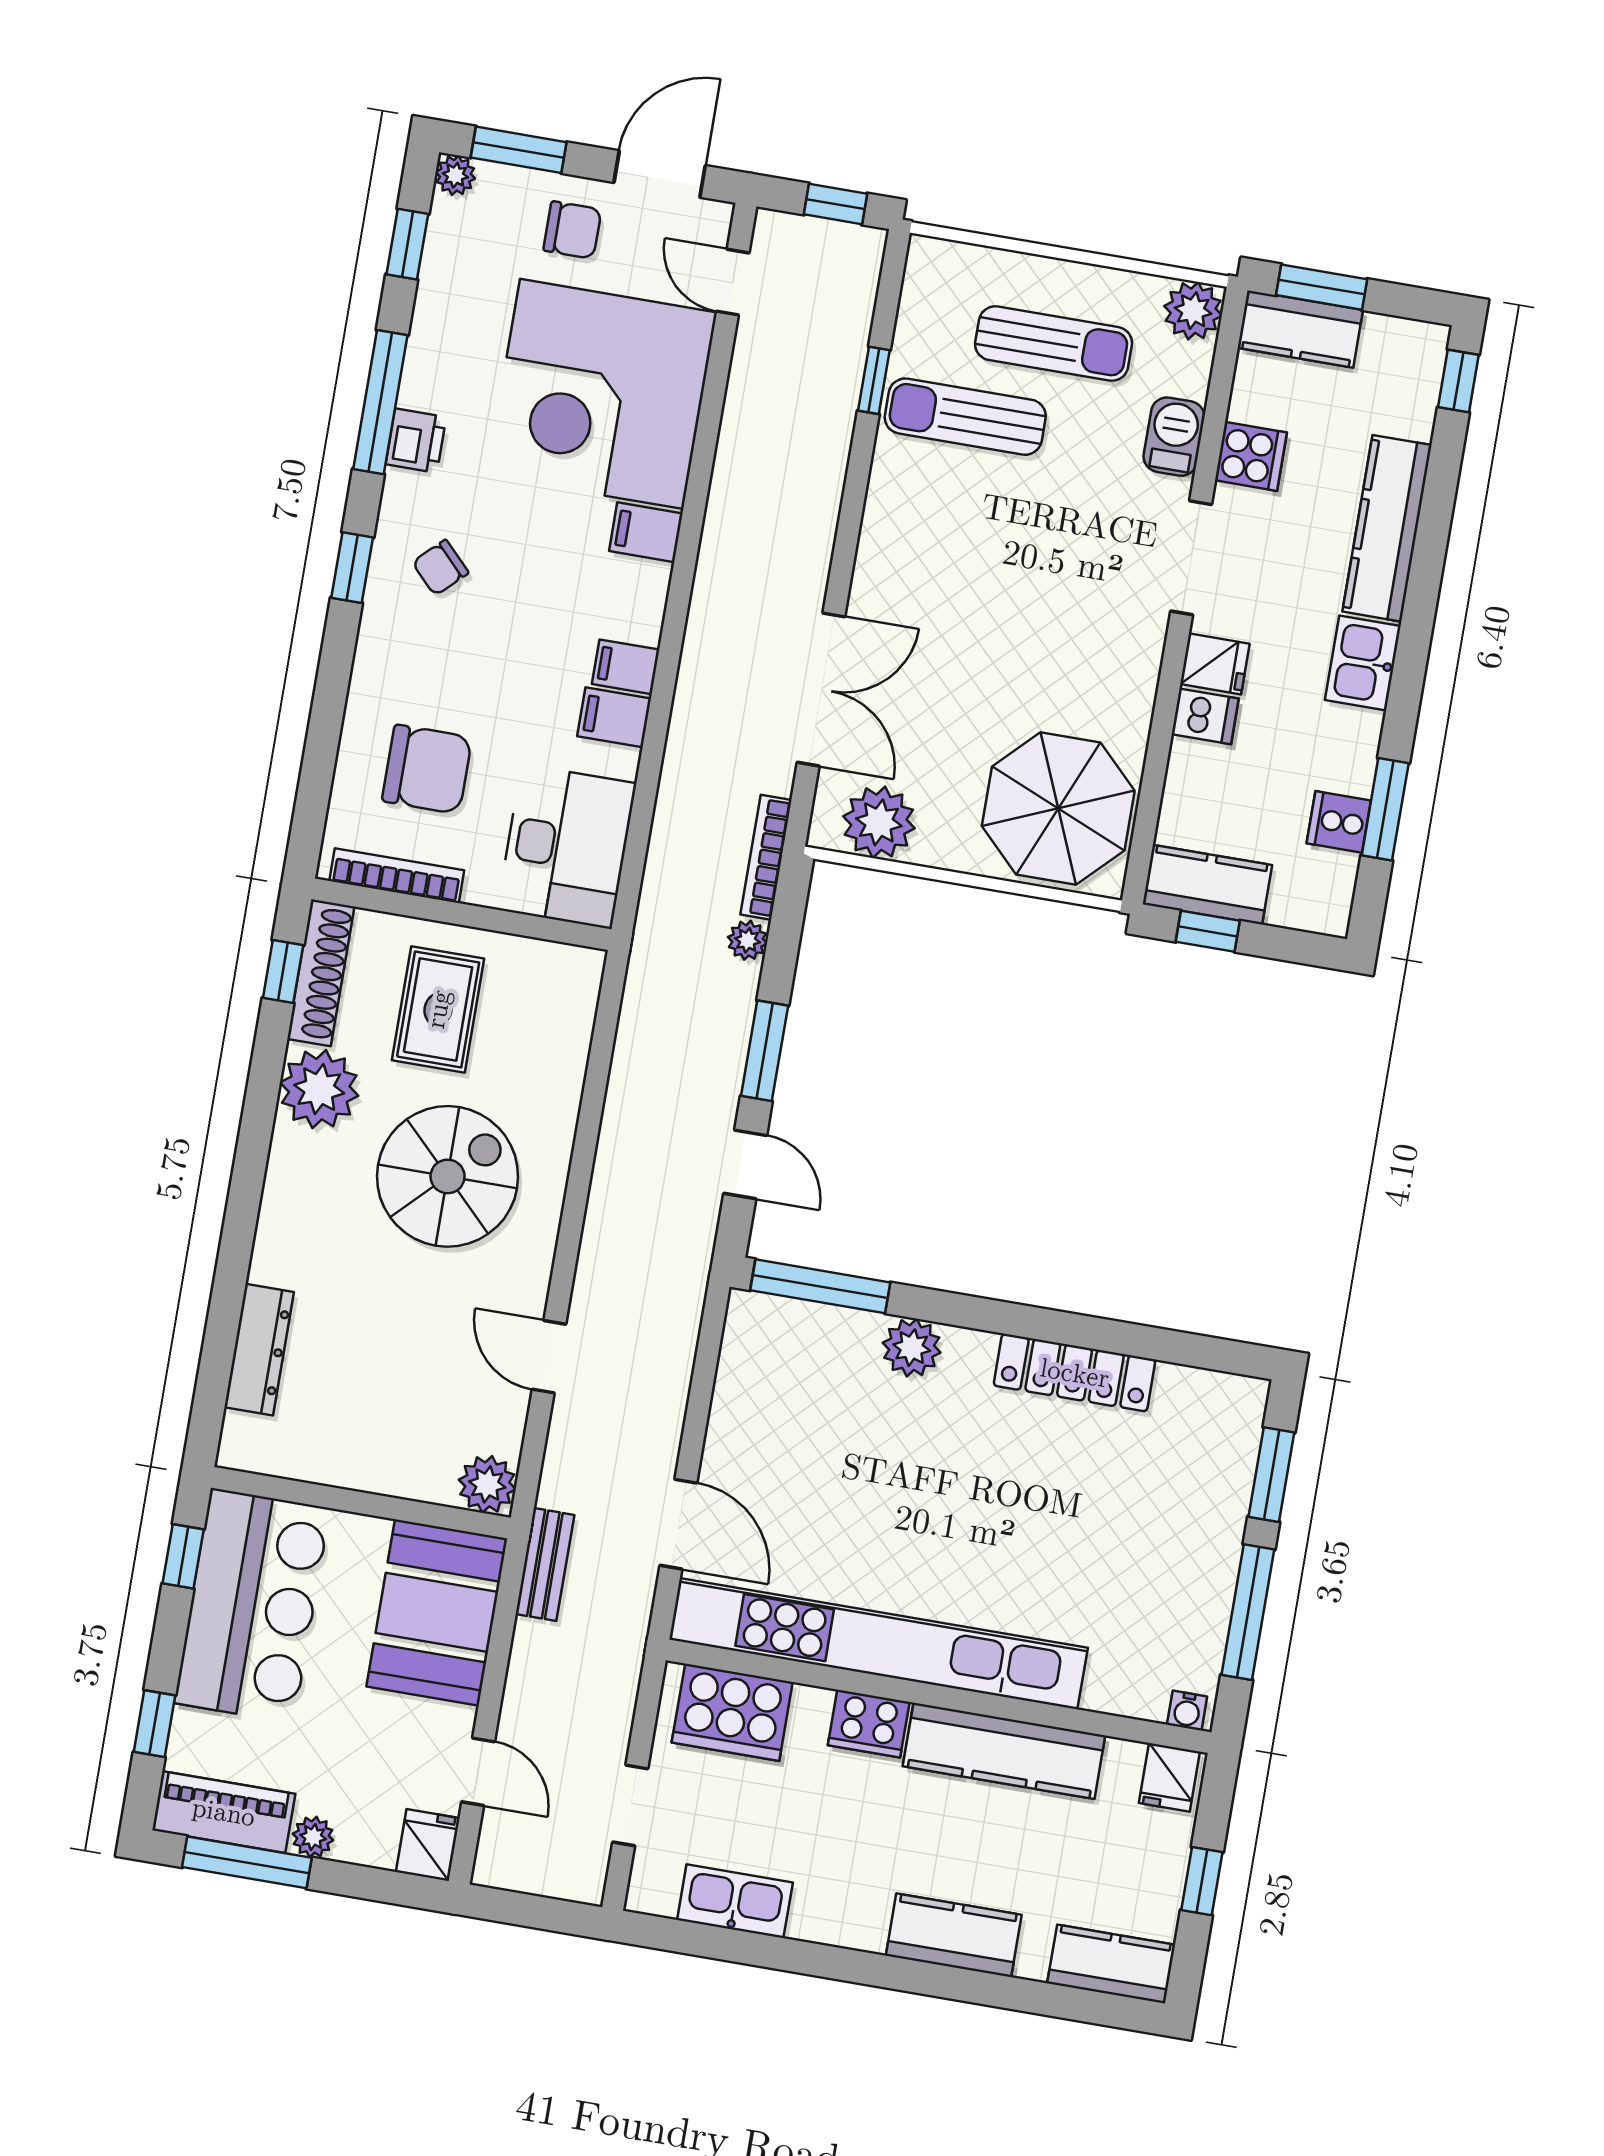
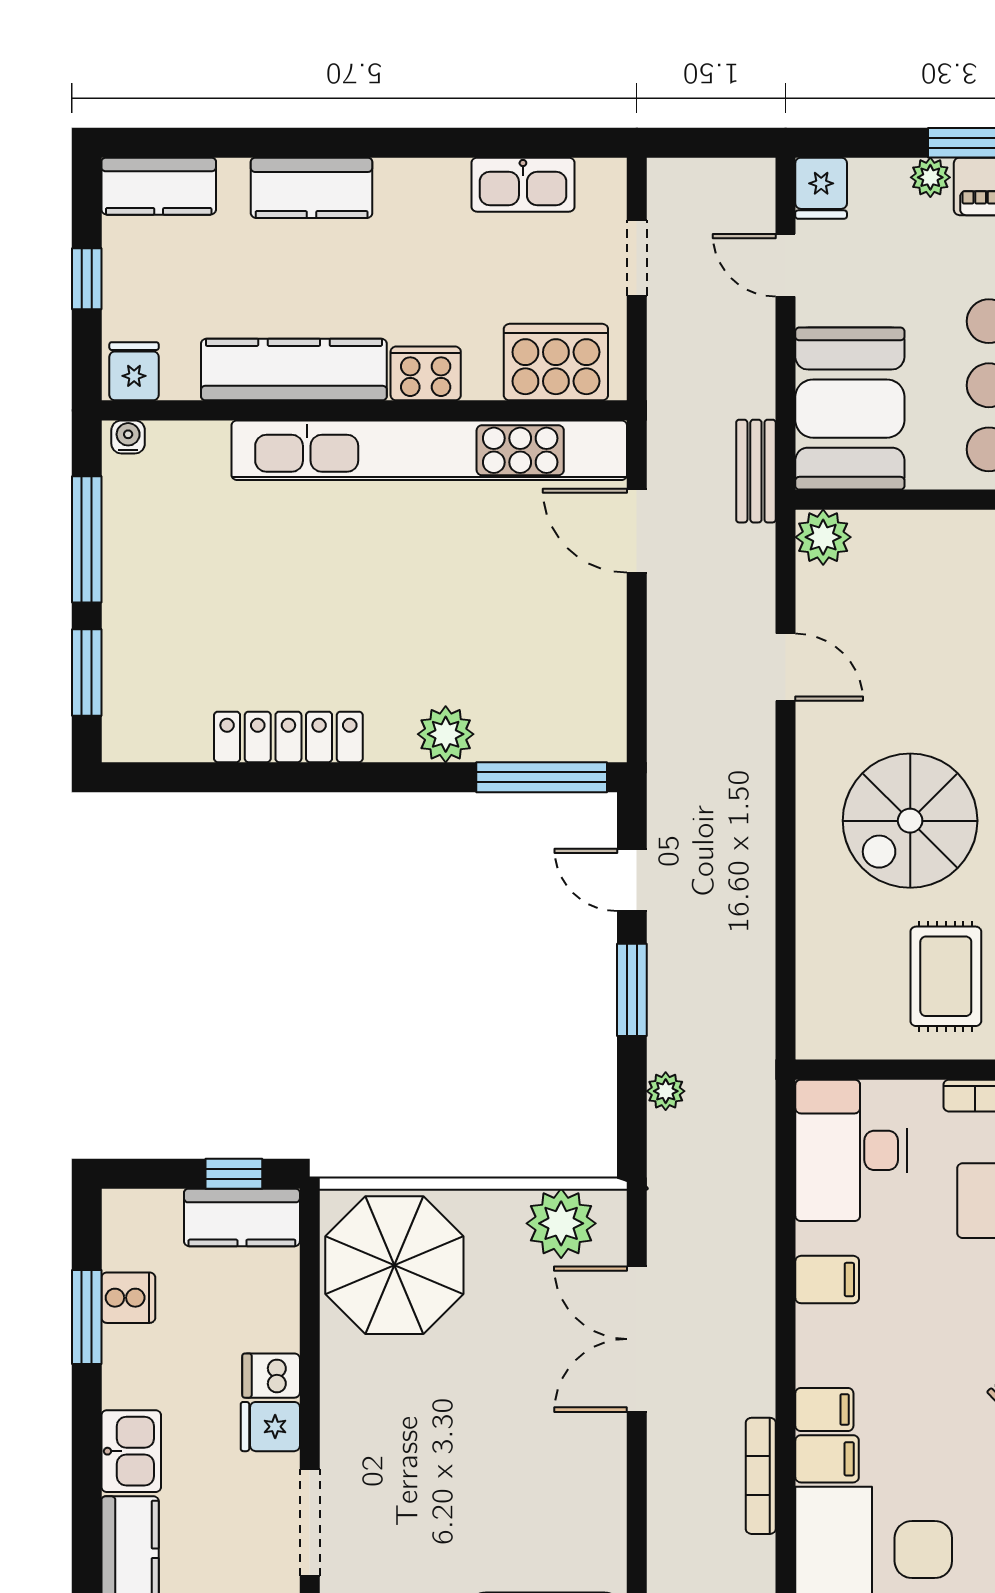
filing cabinet: (626, 667) -> (824, 1409), moved
bookcase: (766, 857) -> (761, 1476), moved, turned 180

